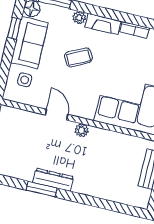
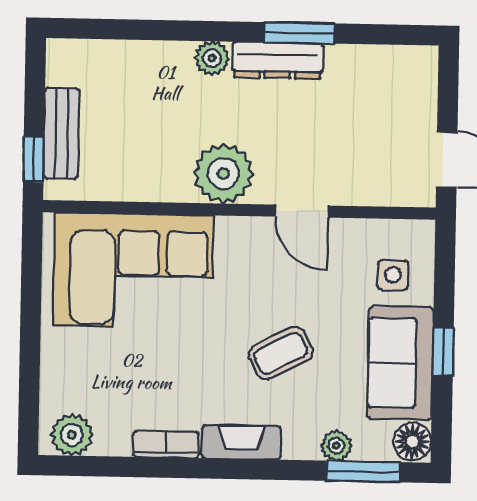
plant: (79, 18) -> (336, 446), moved
window: (14, 28) -> (443, 351), moved
plant: (82, 130) -> (223, 174), width x1.88, depth x1.88
plant: (80, 187) -> (212, 58), added

